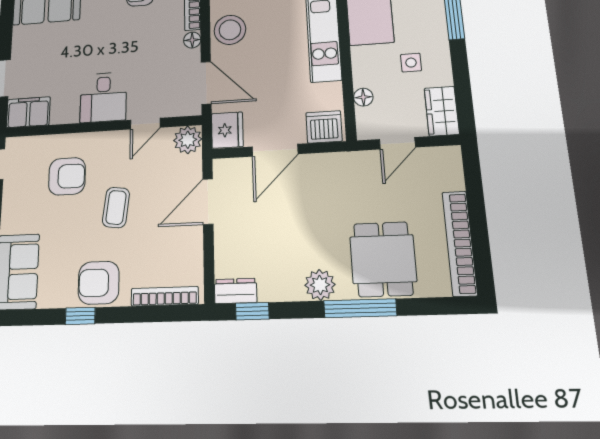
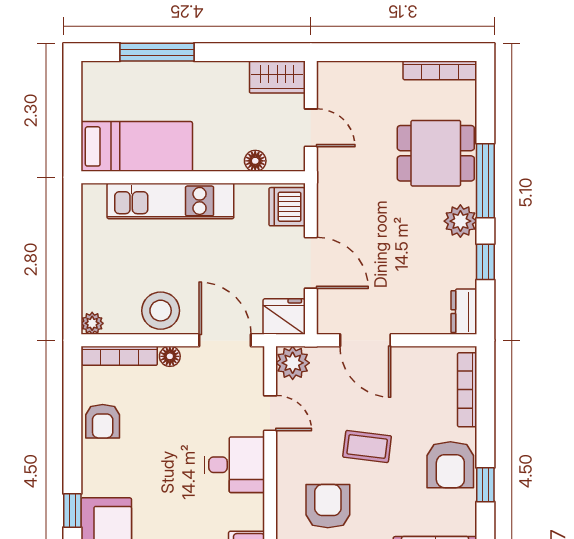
side table: (411, 63) -> (218, 105), removed
door: (206, 83) -> (225, 340), hinge flipped
bookcase: (460, 243) -> (440, 70), width x0.68, depth x0.76
window: (252, 311) -> (485, 262), moved

